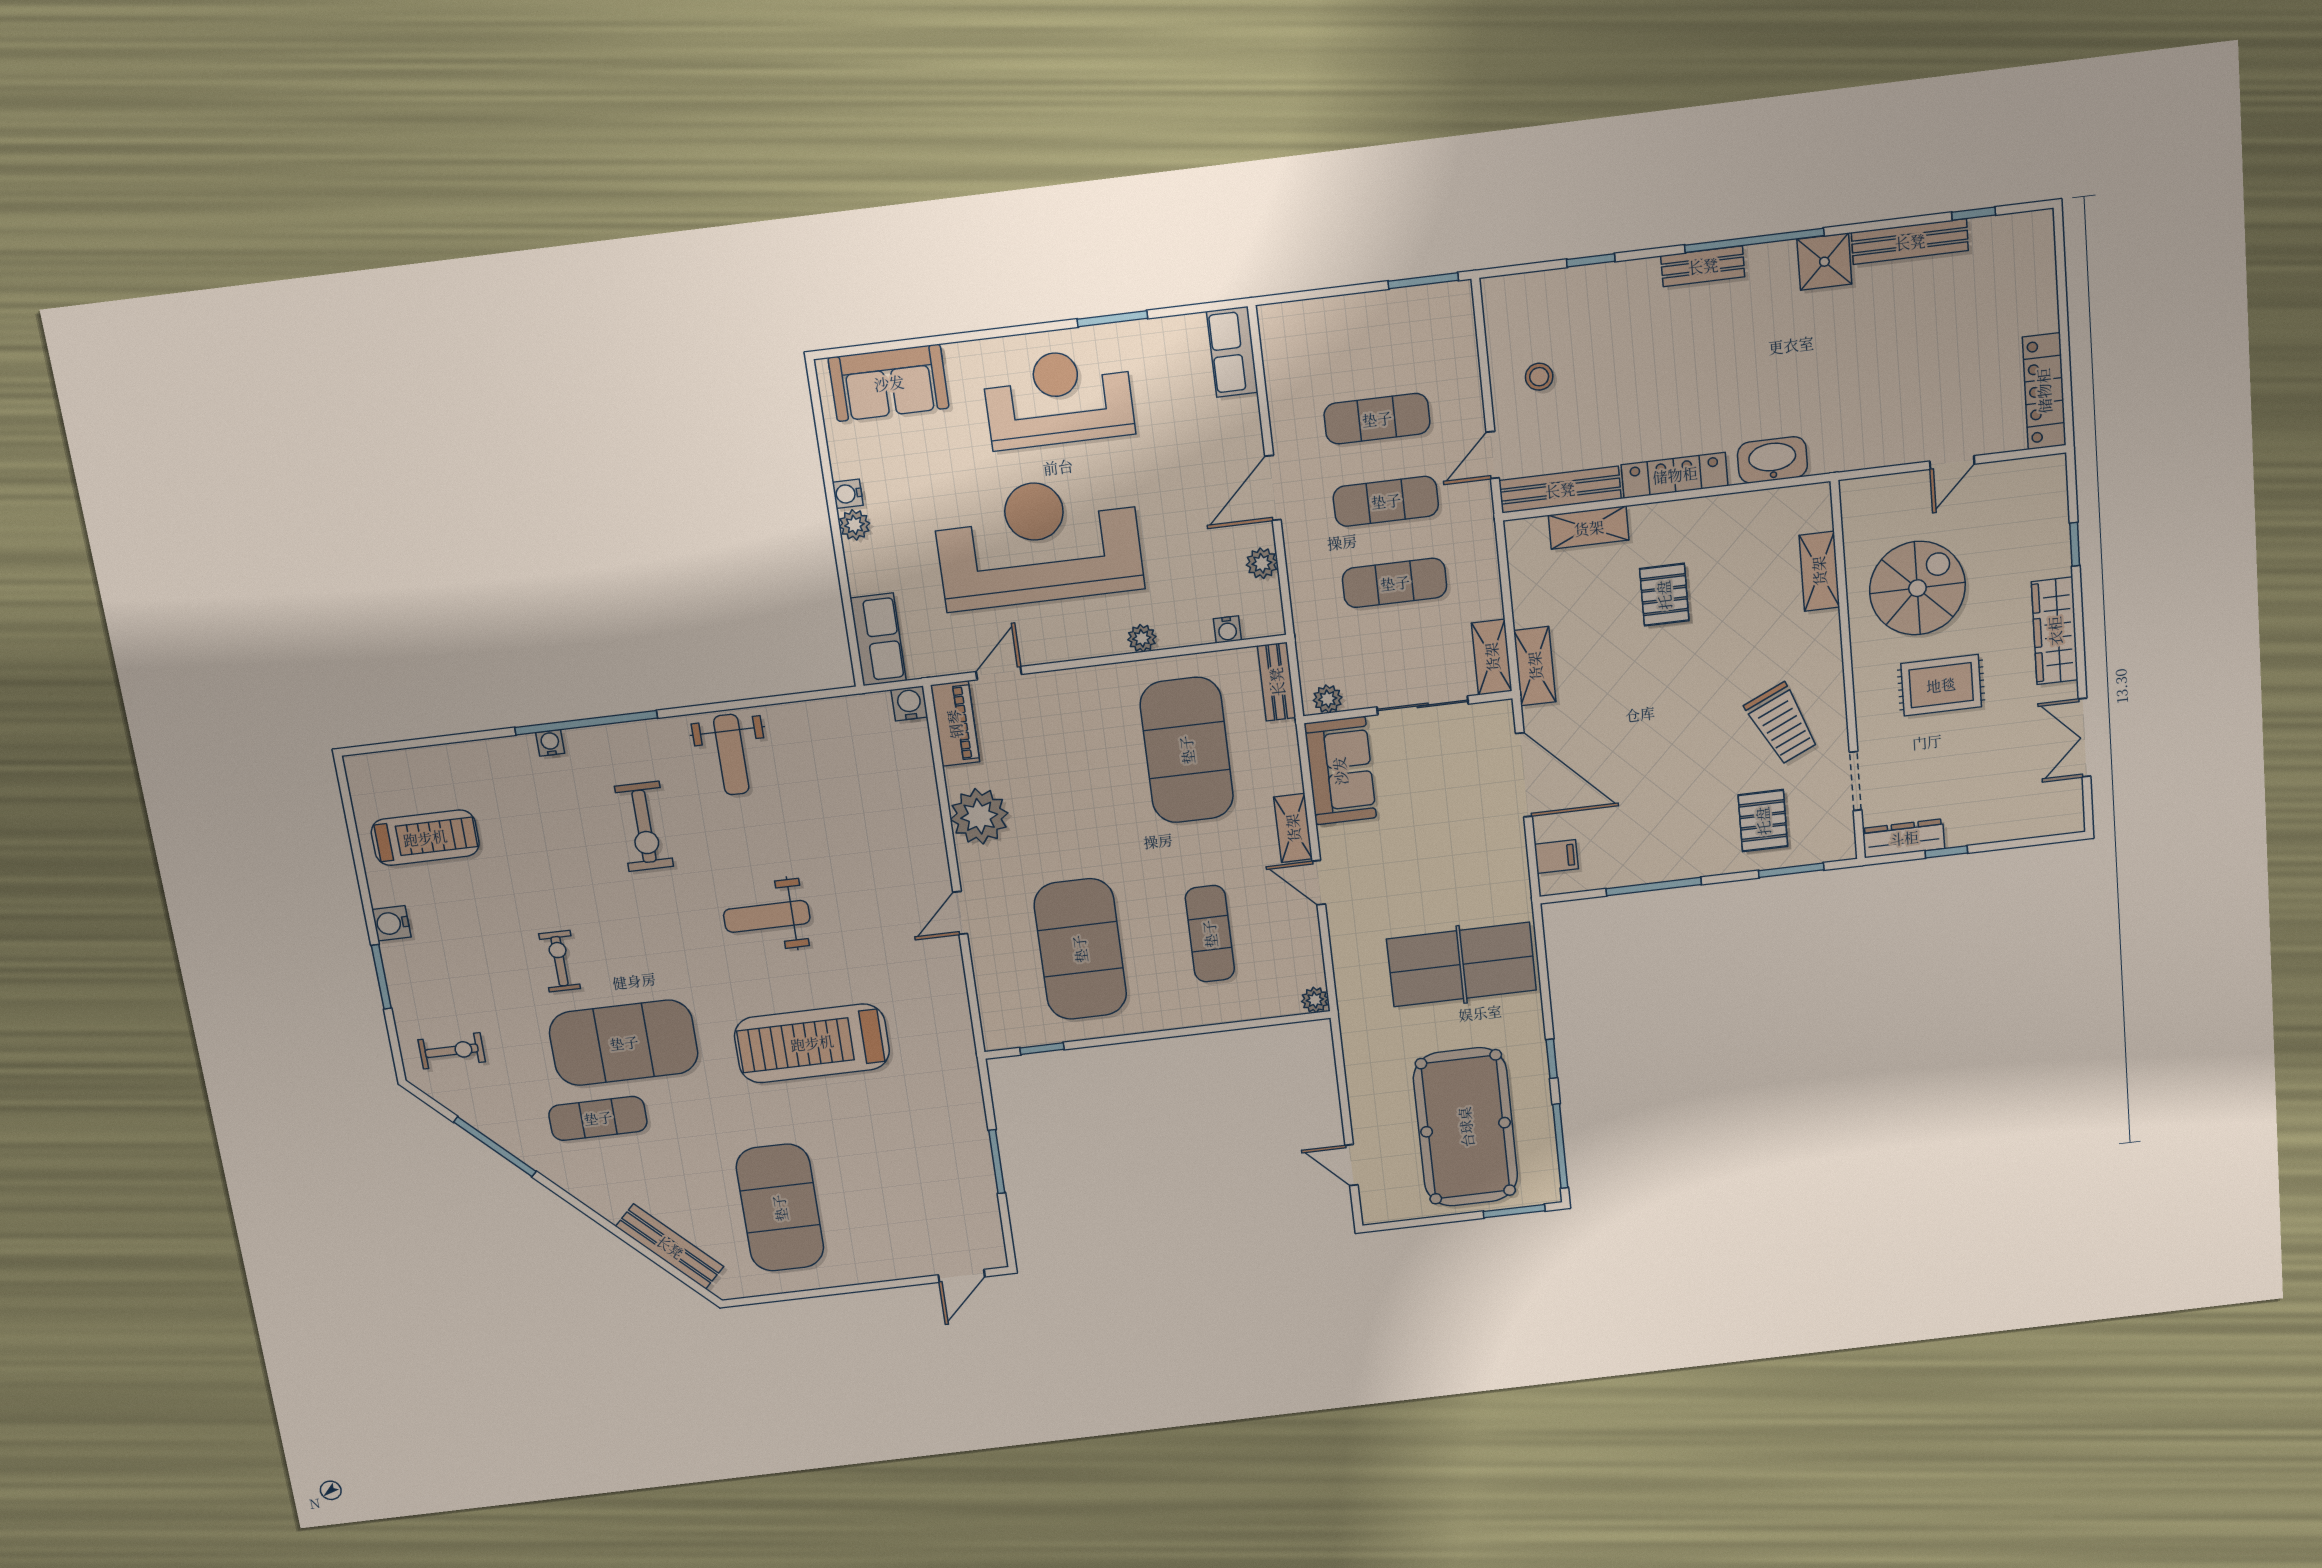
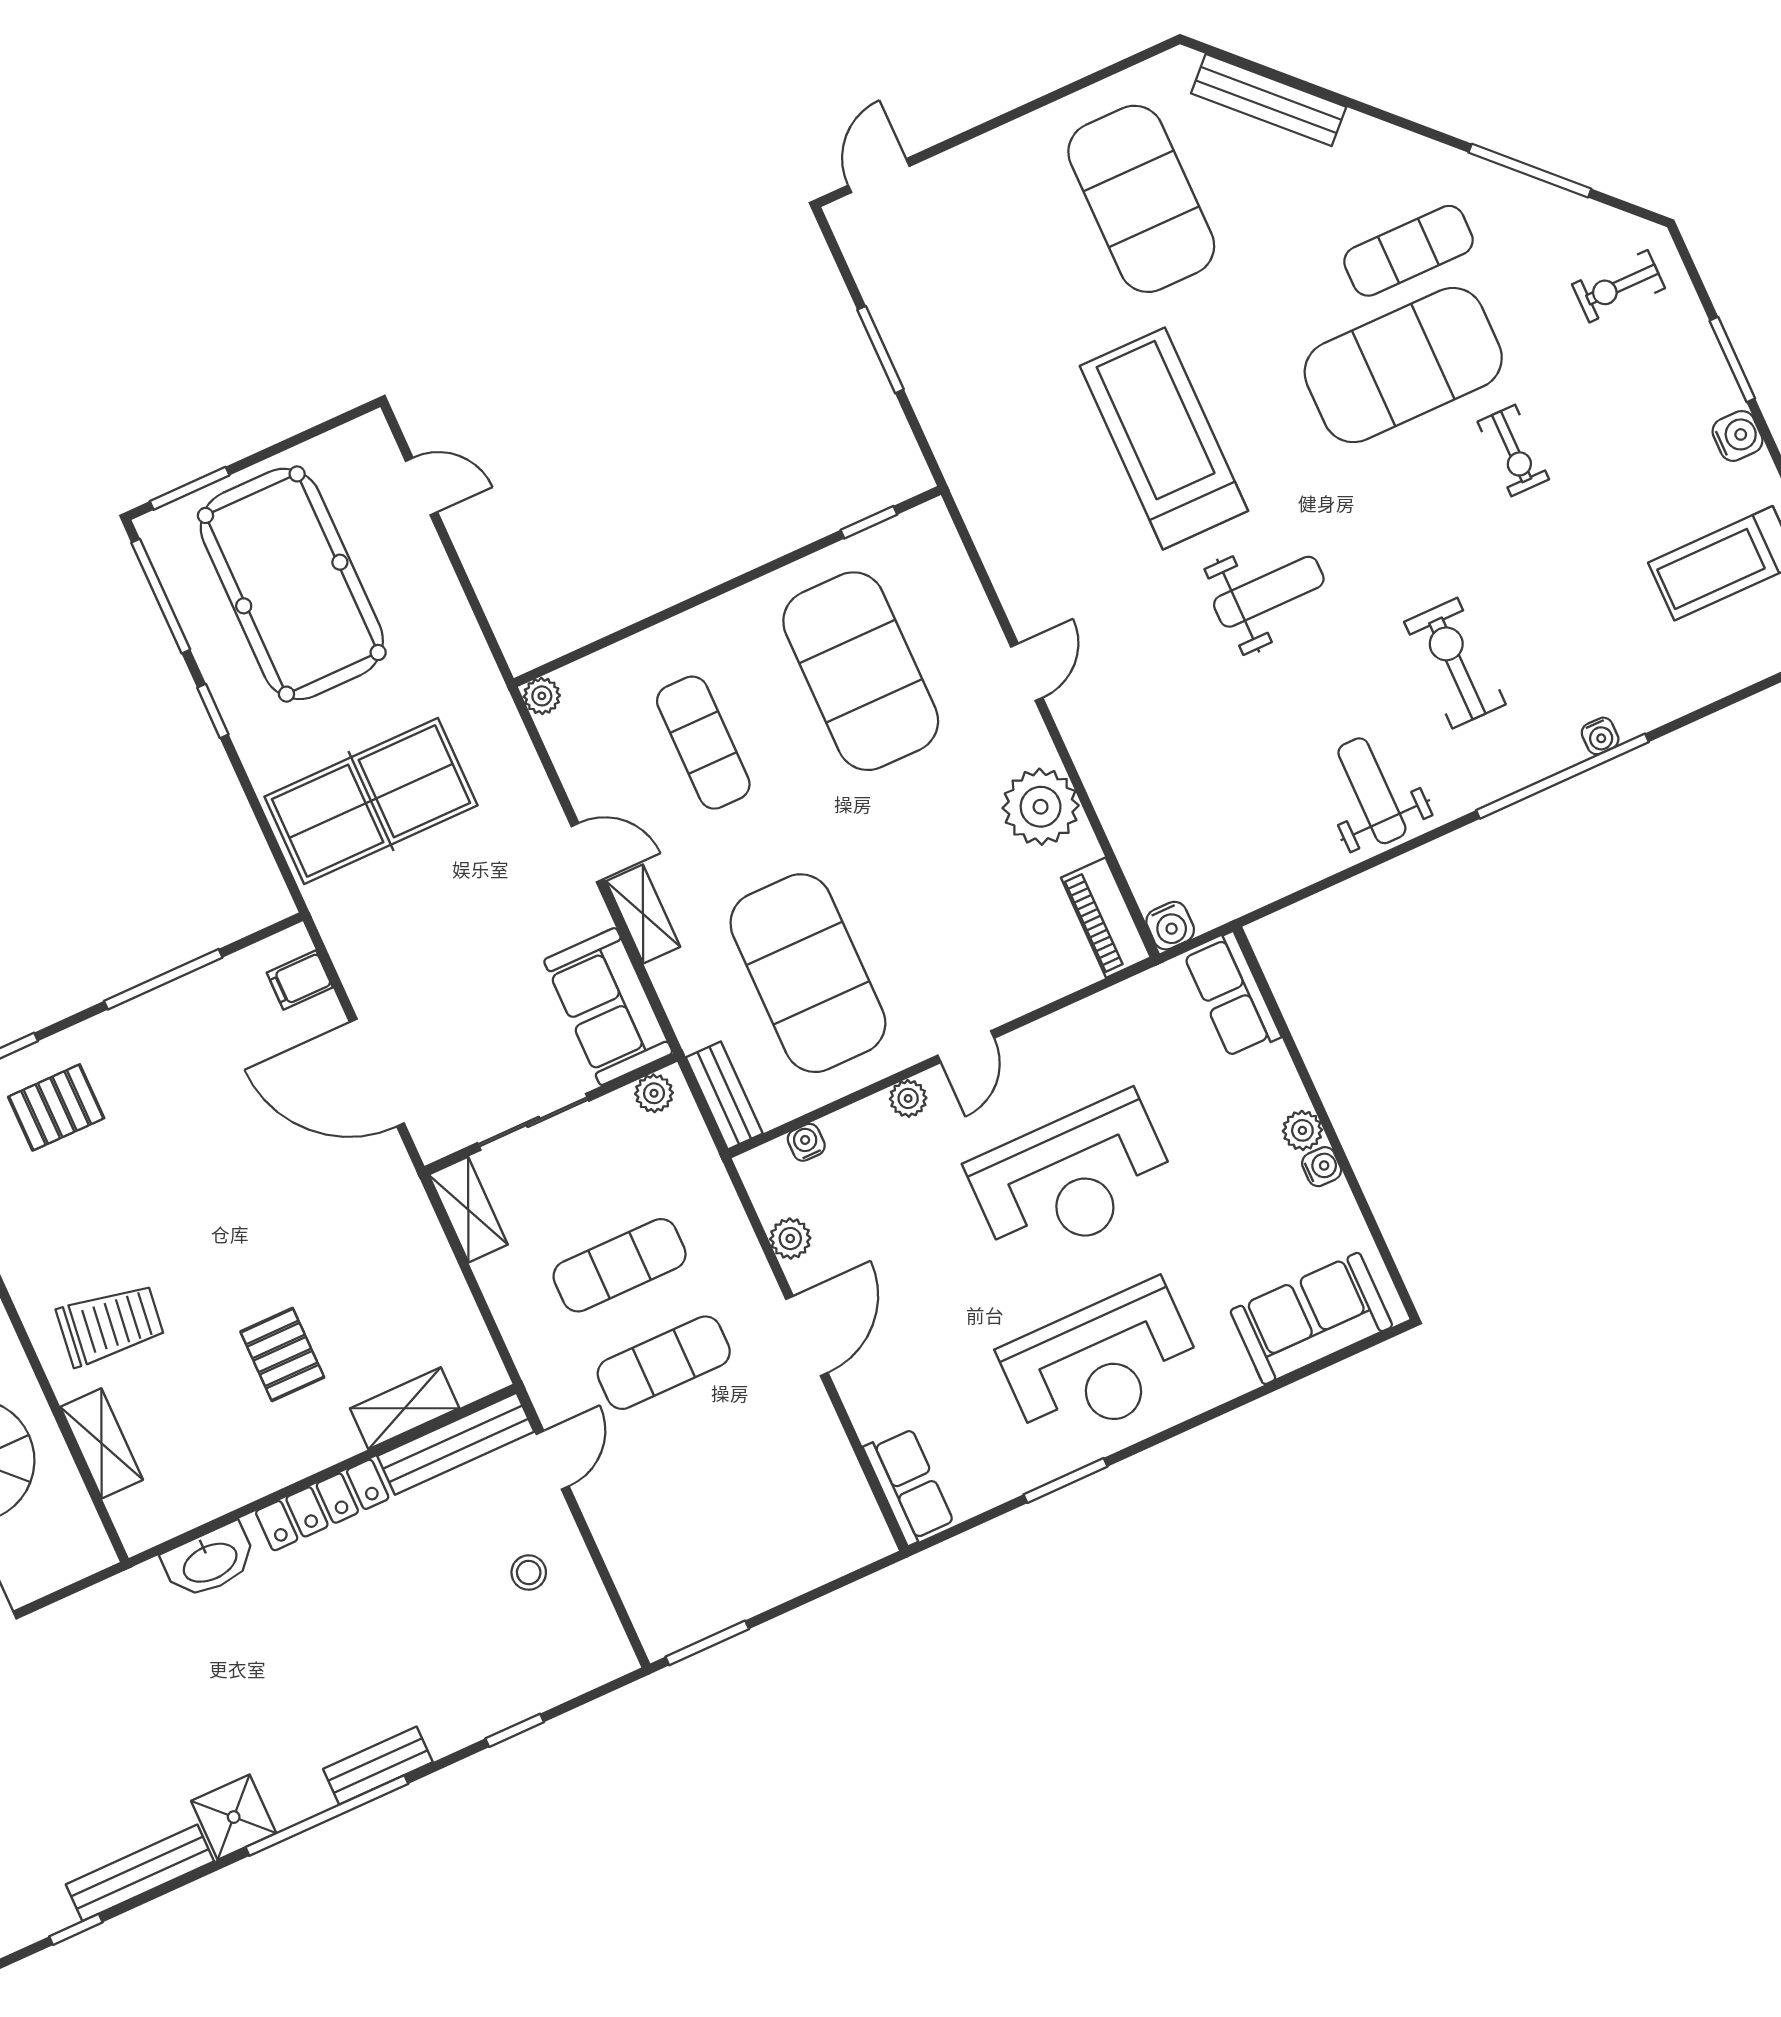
exercise mat: (1377, 419) -> (708, 1460), removed
reception desk: (1038, 542) -> (1072, 1179), width x0.74, depth x0.77
shelving: (1535, 666) -> (411, 1215), removed
door: (999, 673) -> (966, 1047), moved
trolley: (1782, 724) -> (110, 1325), moved, turned 122
pallet: (1763, 821) -> (56, 1107), turned 90
treadmill: (812, 1043) -> (1164, 438), turned -90

